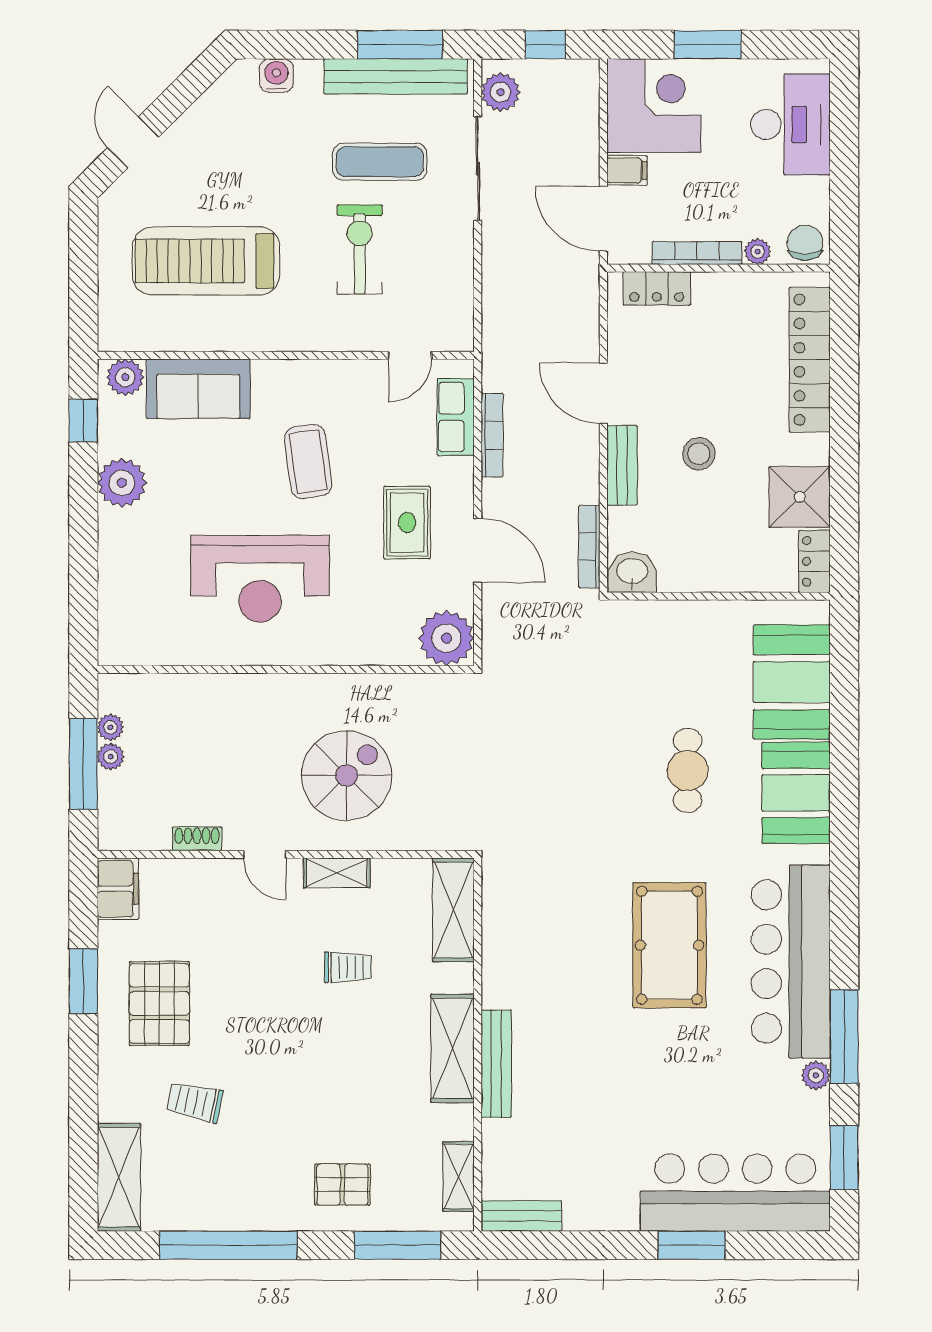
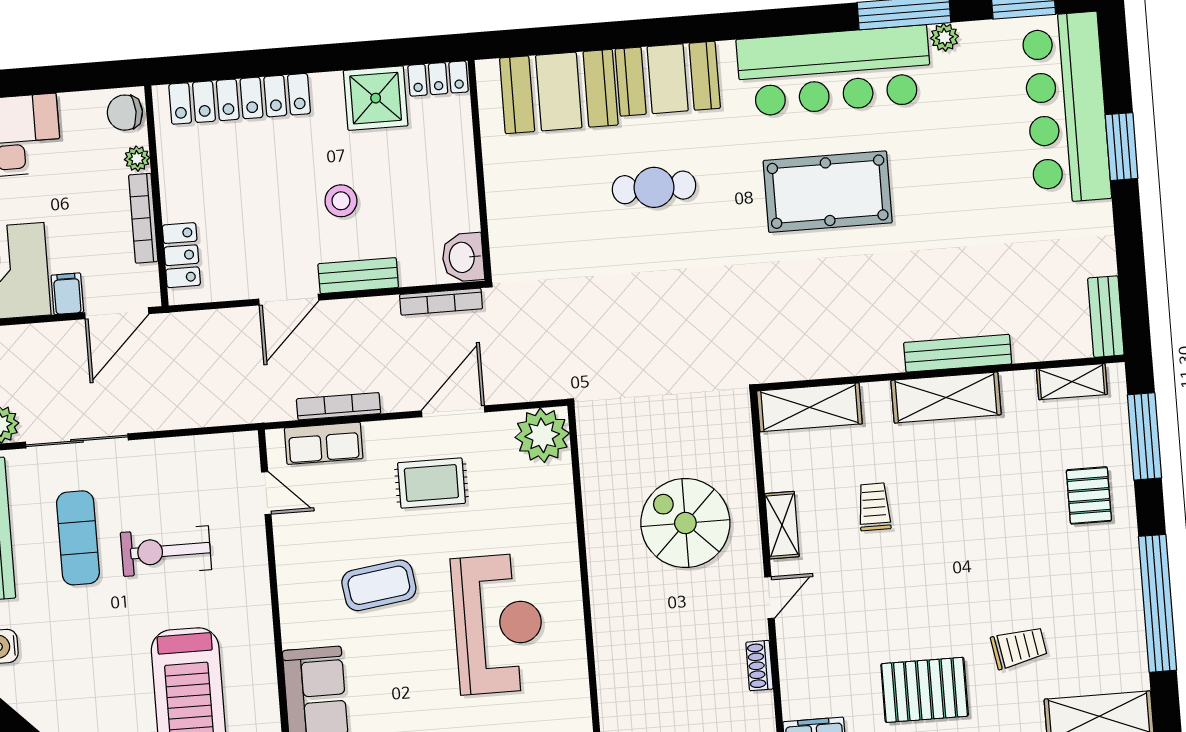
trolley: (195, 1102) -> (1019, 647), turned -112

